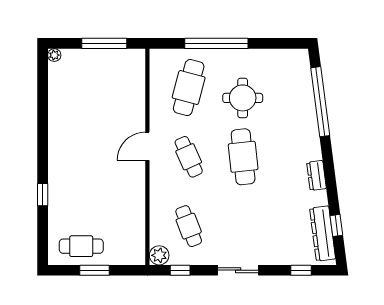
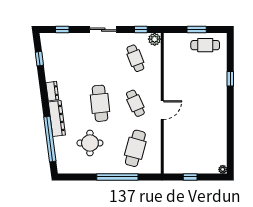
window: (104, 43) -> (190, 177), width x0.46
round table: (243, 98) -> (90, 143), moved
dresser: (323, 234) -> (57, 119), moved

